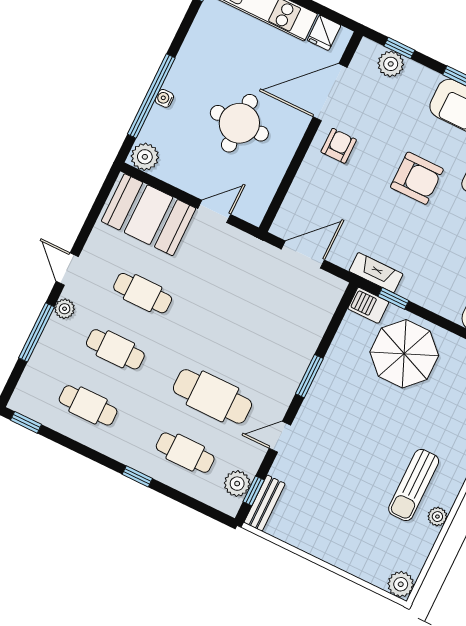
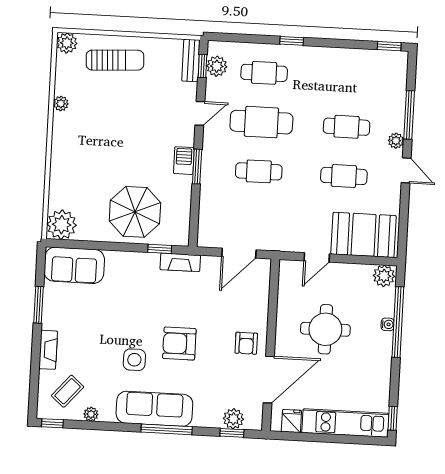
barbecue: (368, 305) -> (184, 161), moved, turned -90
cafe table: (88, 405) -> (259, 171), moved
sun lounger: (414, 485) -> (115, 60), moved, turned 87

